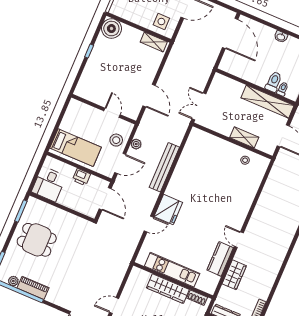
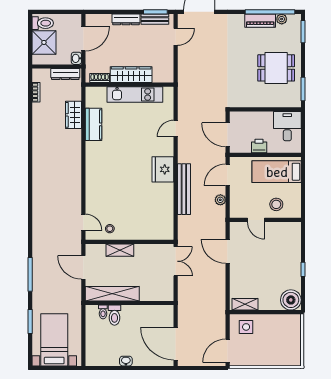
stool: (116, 140) -> (276, 204), moved
fridge: (168, 209) -> (163, 169), moved
door: (239, 240) -> (83, 222), moved

